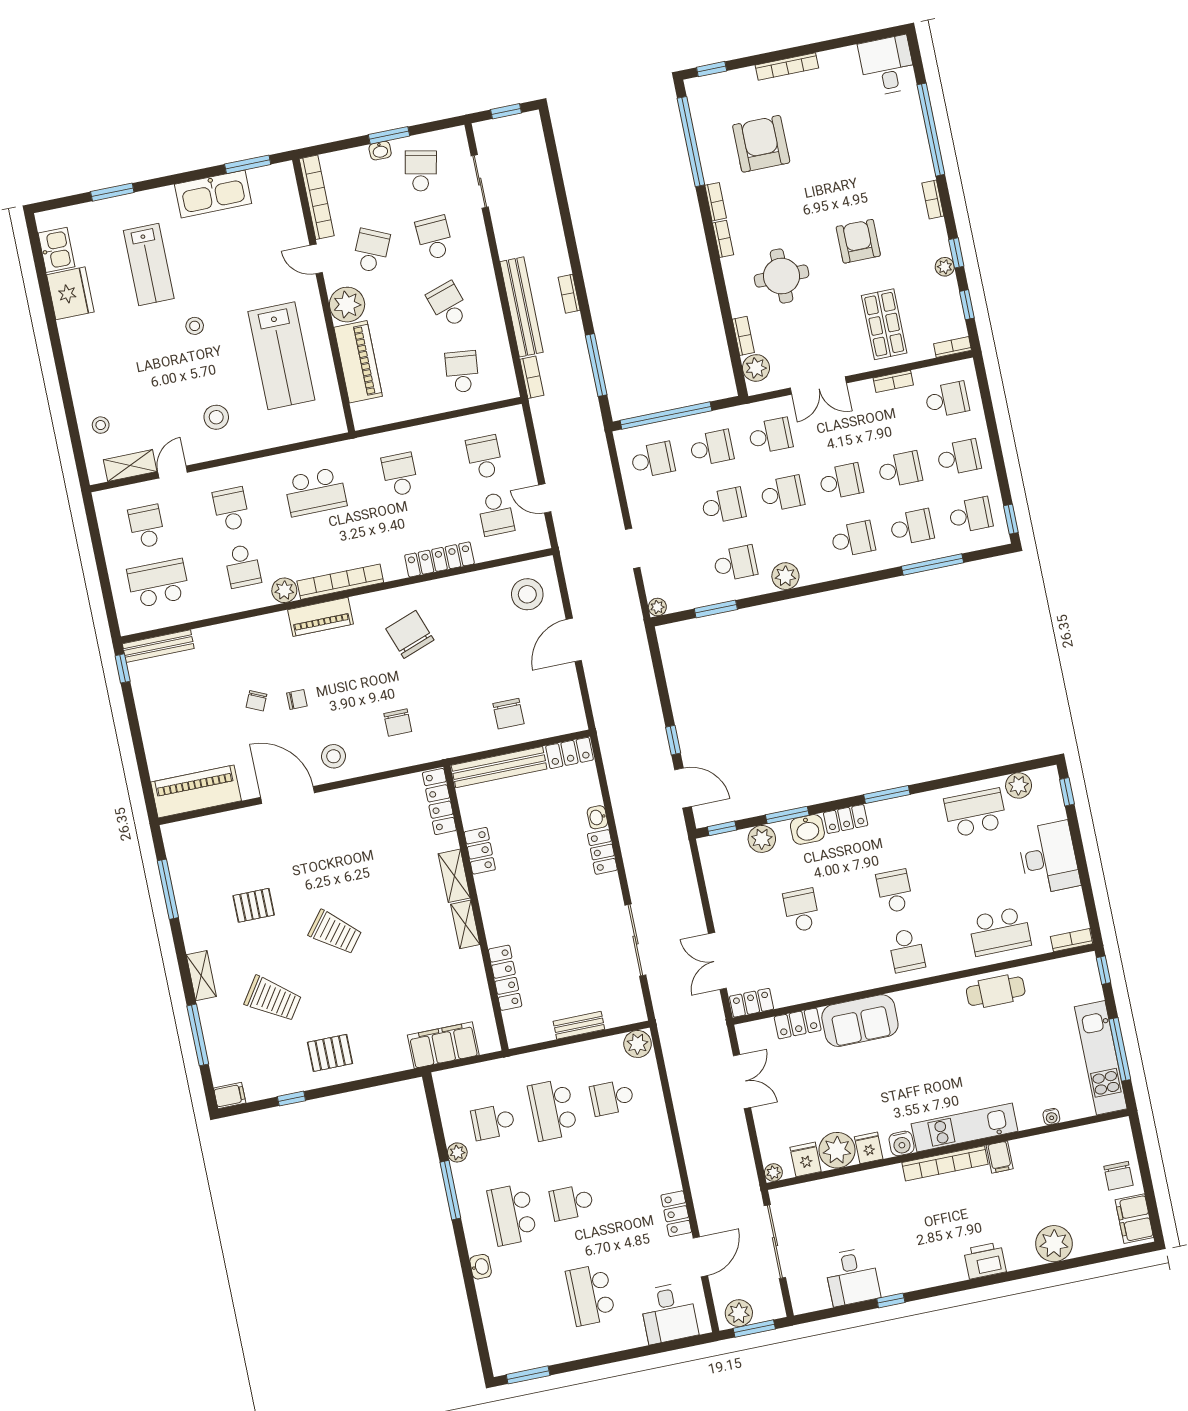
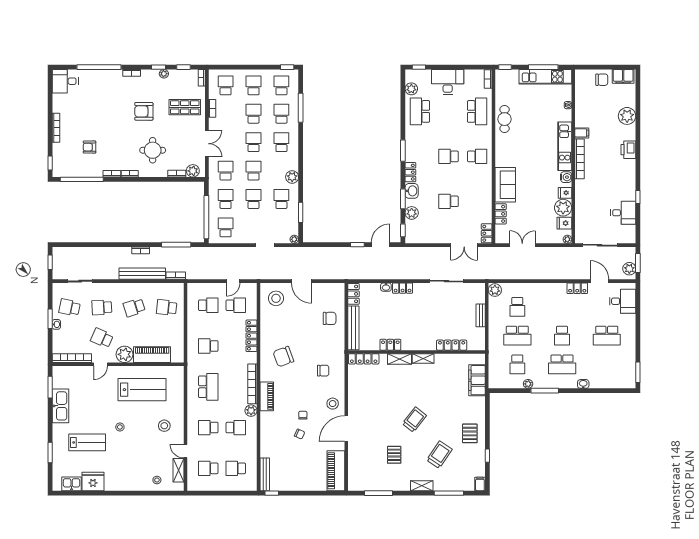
armchair: (761, 144) -> (89, 147), width x0.53, depth x0.53
school desk: (484, 457) -> (208, 305), turned 180
school desk: (158, 583) -> (236, 468), width x0.54

